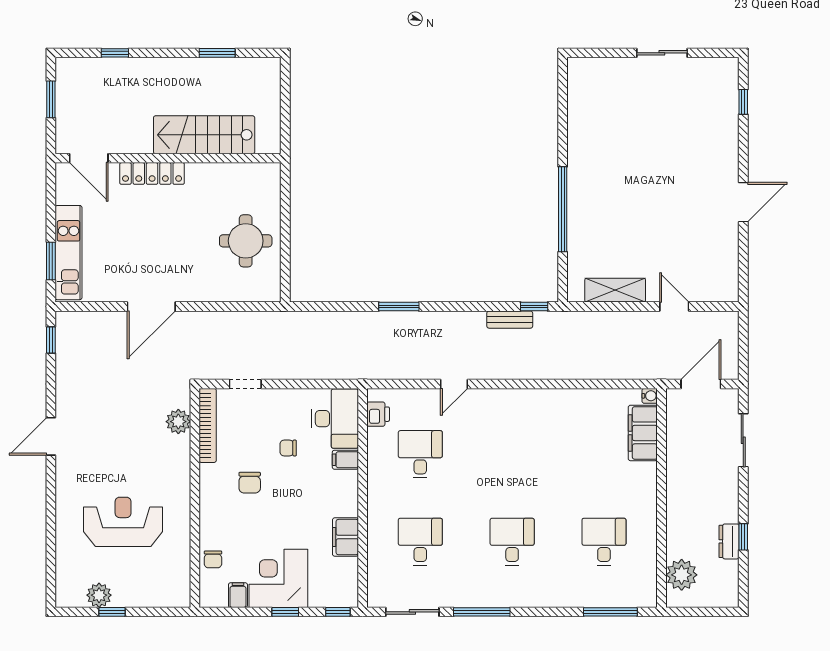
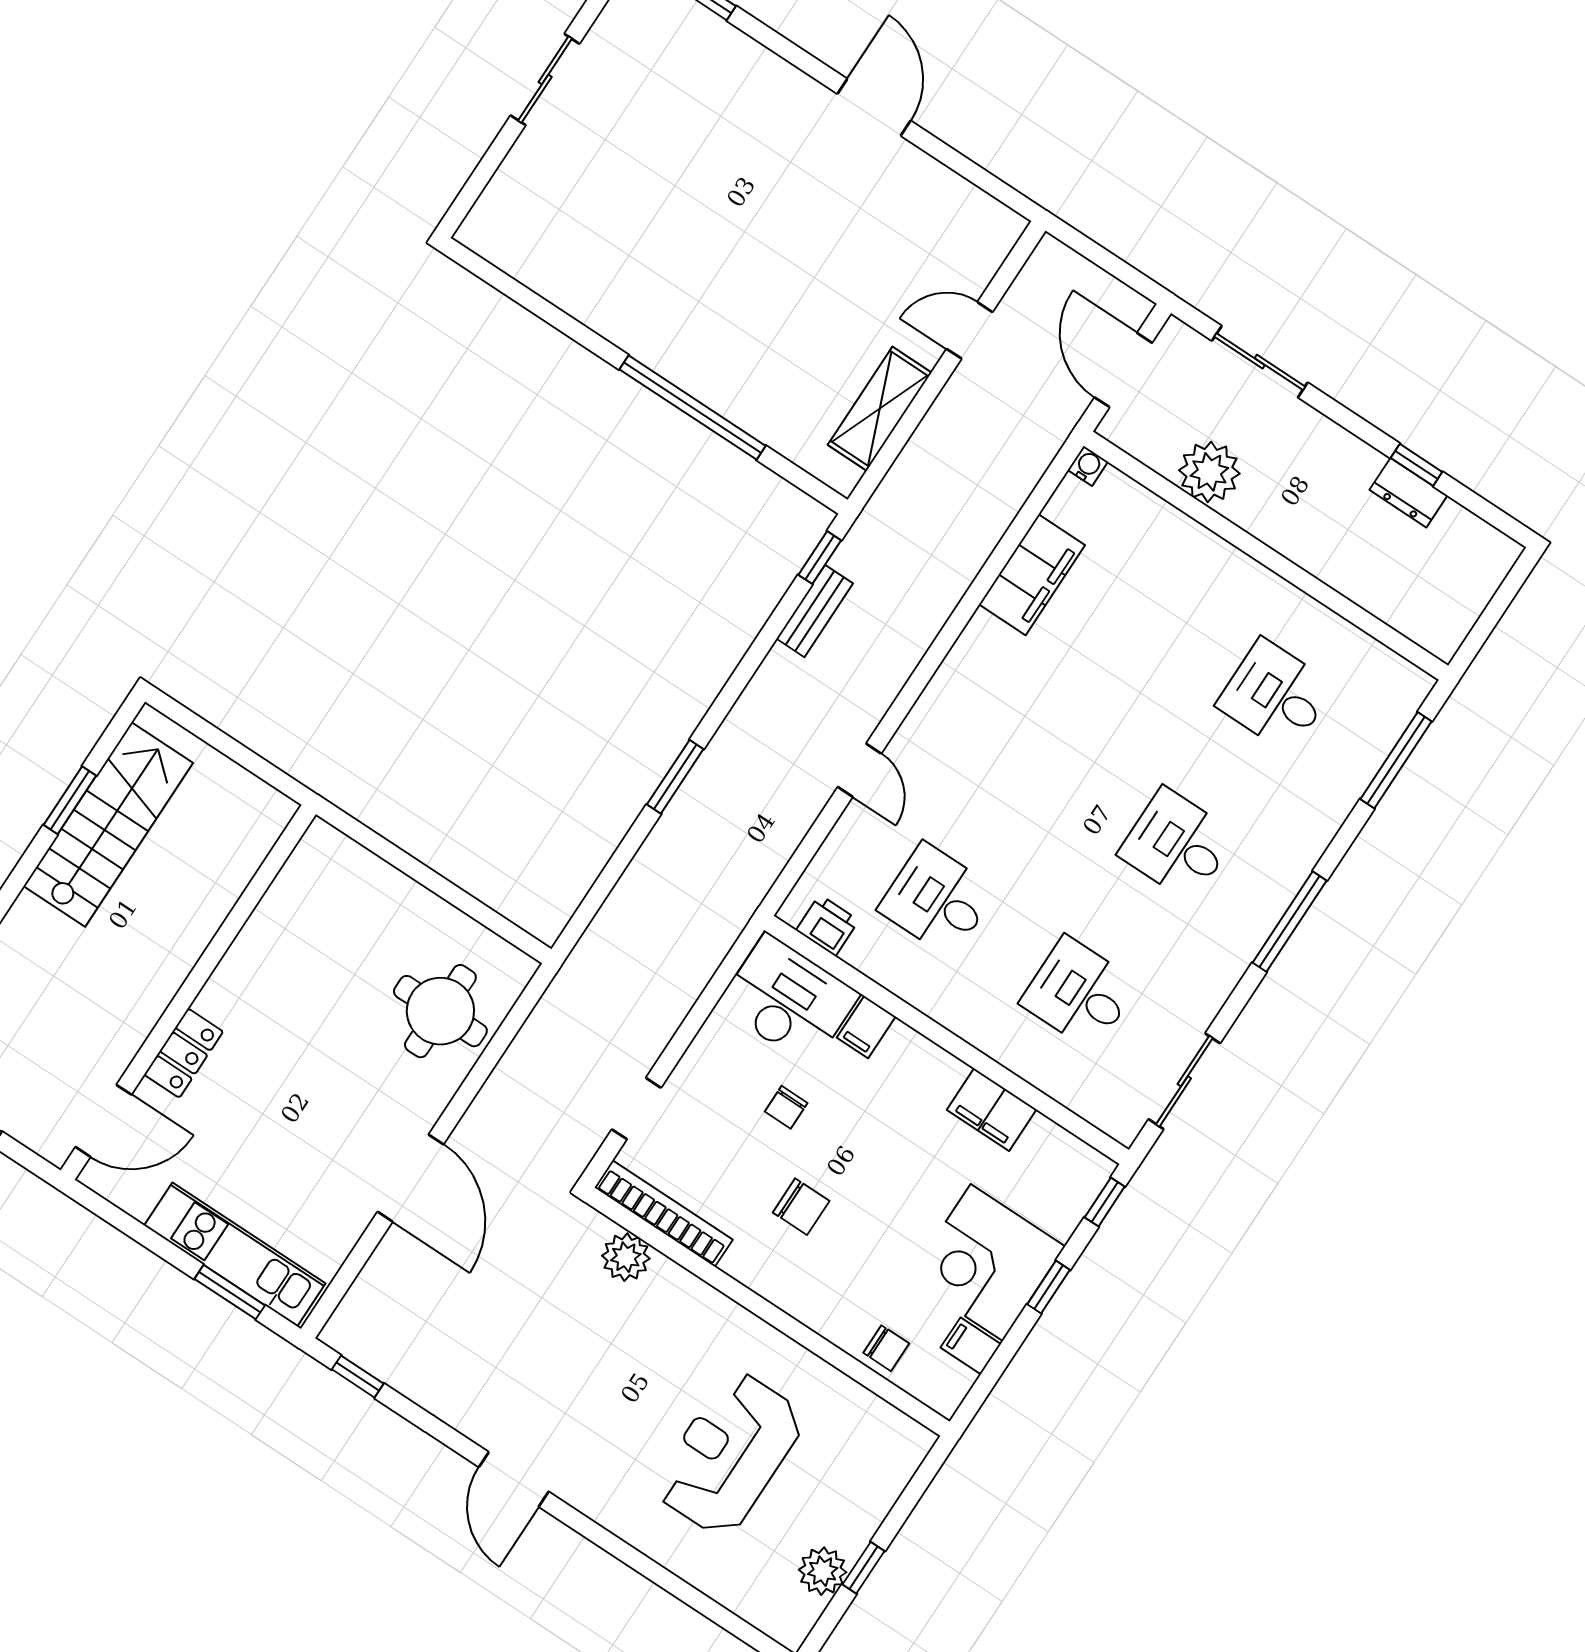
stairs: (204, 135) -> (108, 824), moved, turned 180
locker: (152, 173) -> (184, 1053), width x0.66
round table: (246, 241) -> (440, 1011), moved
filing cabinet: (643, 433) -> (1032, 575), moved, turned -90
plant: (682, 575) -> (1209, 472), moved
window: (482, 612) -> (1290, 922), moved

